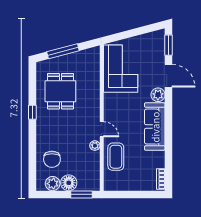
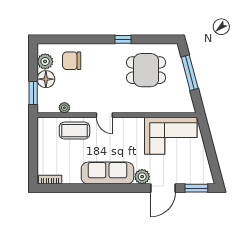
door: (102, 129) -> (104, 115), hinge flipped
plant: (95, 146) -> (64, 108), moved

